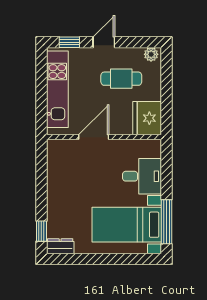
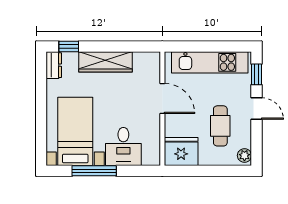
wardrobe: (57, 194) -> (105, 62), added
window: (166, 222) -> (94, 171), moved

